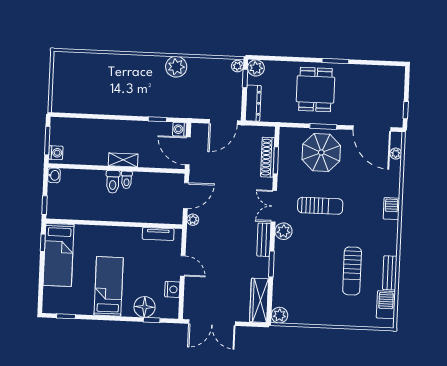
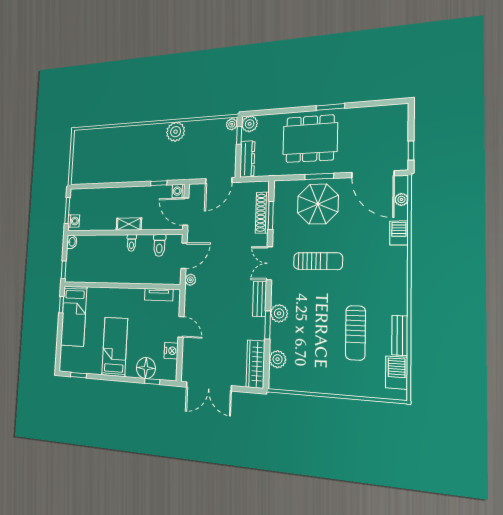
dining table: (315, 89) -> (310, 139), width x1.38
toilet: (113, 182) -> (159, 245), moved
barbecue: (391, 209) -> (399, 233), moved
plant: (284, 231) -> (279, 313), moved
plant: (279, 315) -> (278, 359), moved

